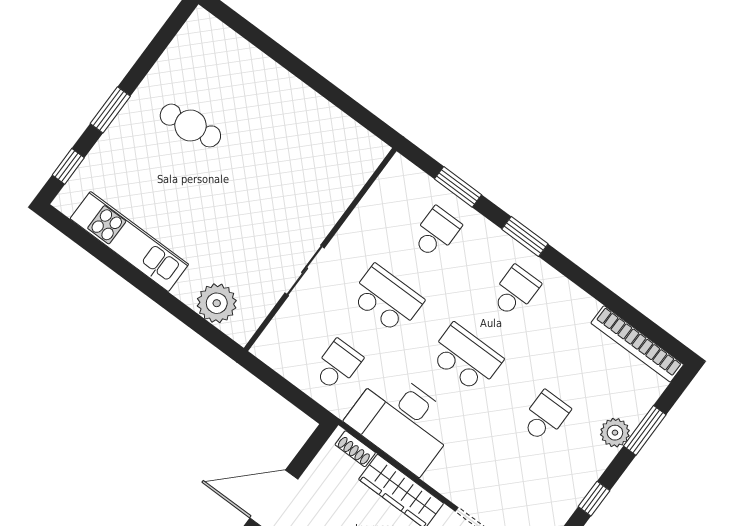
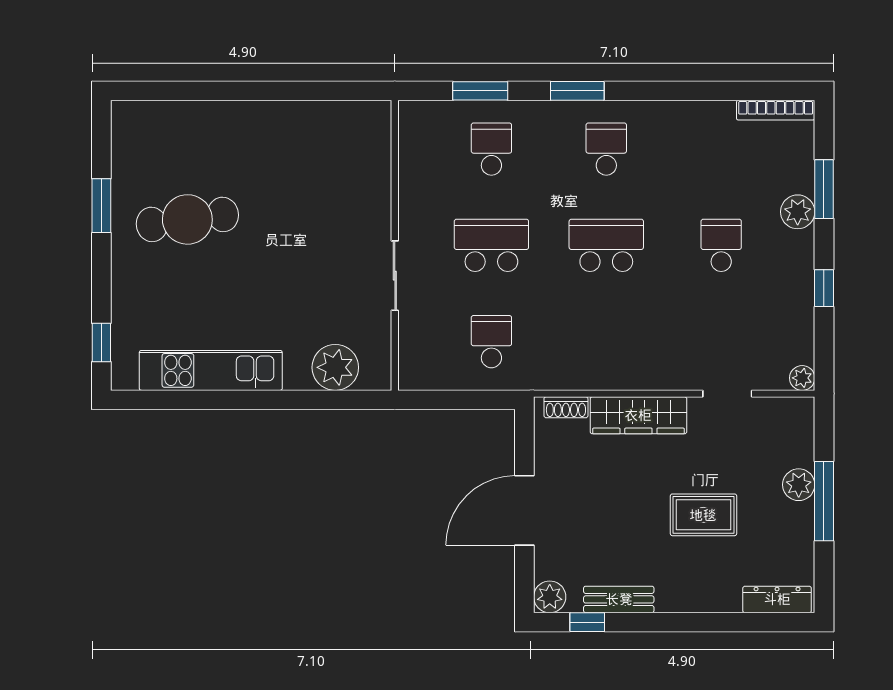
window: (110, 110) -> (101, 206), moved
cafe table: (190, 126) -> (187, 219), width x1.37, depth x1.35
bookcase: (637, 344) -> (776, 110), width x0.68, depth x0.76
desk: (402, 421) -> (591, 349), removed

